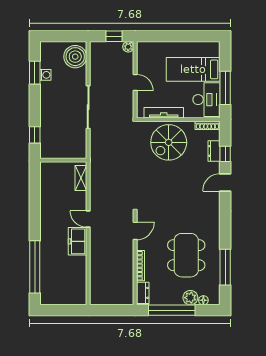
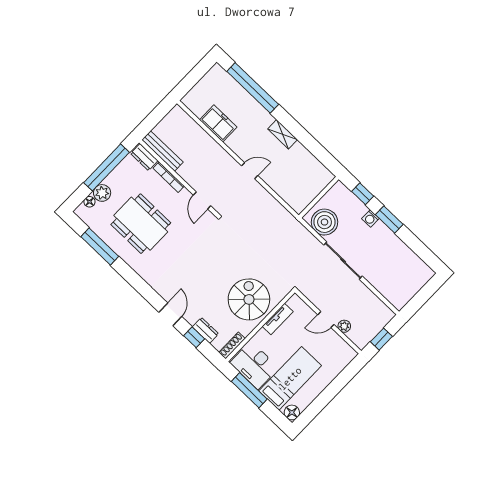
plant: (128, 47) -> (344, 326), moved
floor lamp: (213, 48) -> (292, 412), added
boiler: (75, 57) -> (325, 222), moved
window: (35, 73) -> (389, 219), moved
washing machine: (45, 75) -> (370, 219), moved
tv unit: (164, 113) -> (278, 319), width x0.71
shelving: (81, 178) -> (283, 134), moved
freezer: (77, 241) -> (218, 123), moved
bench: (128, 285) -> (162, 151), added

